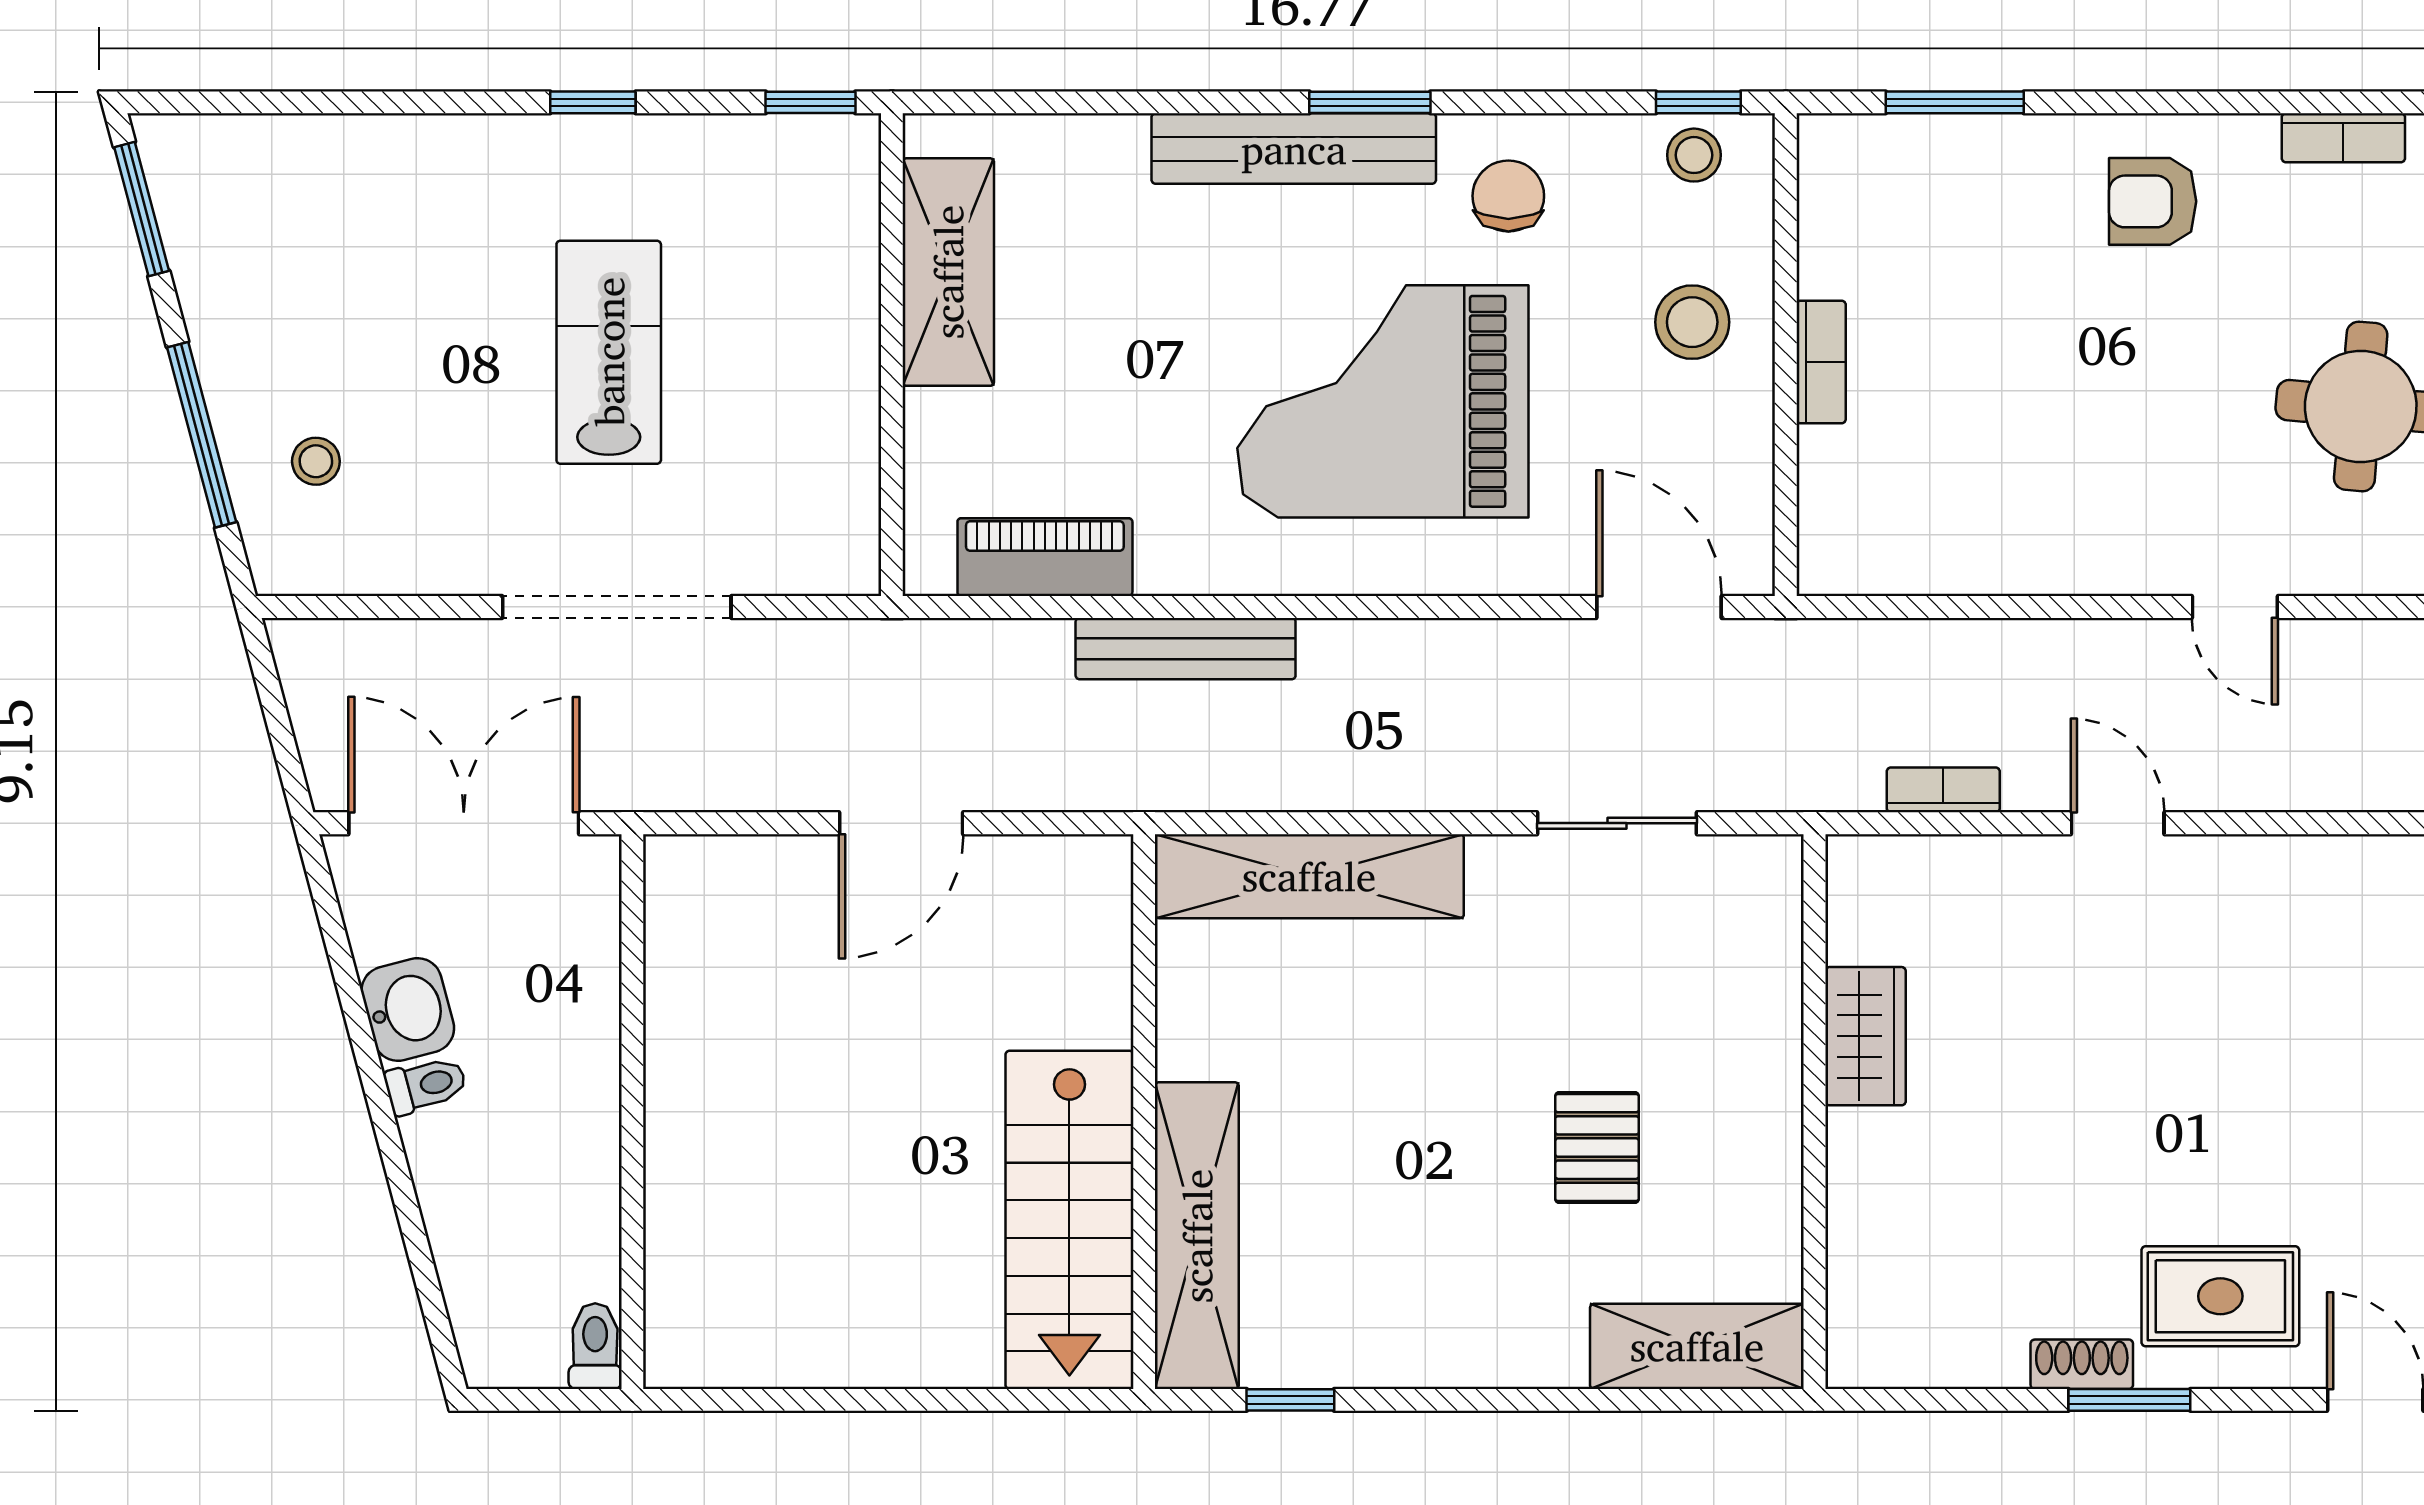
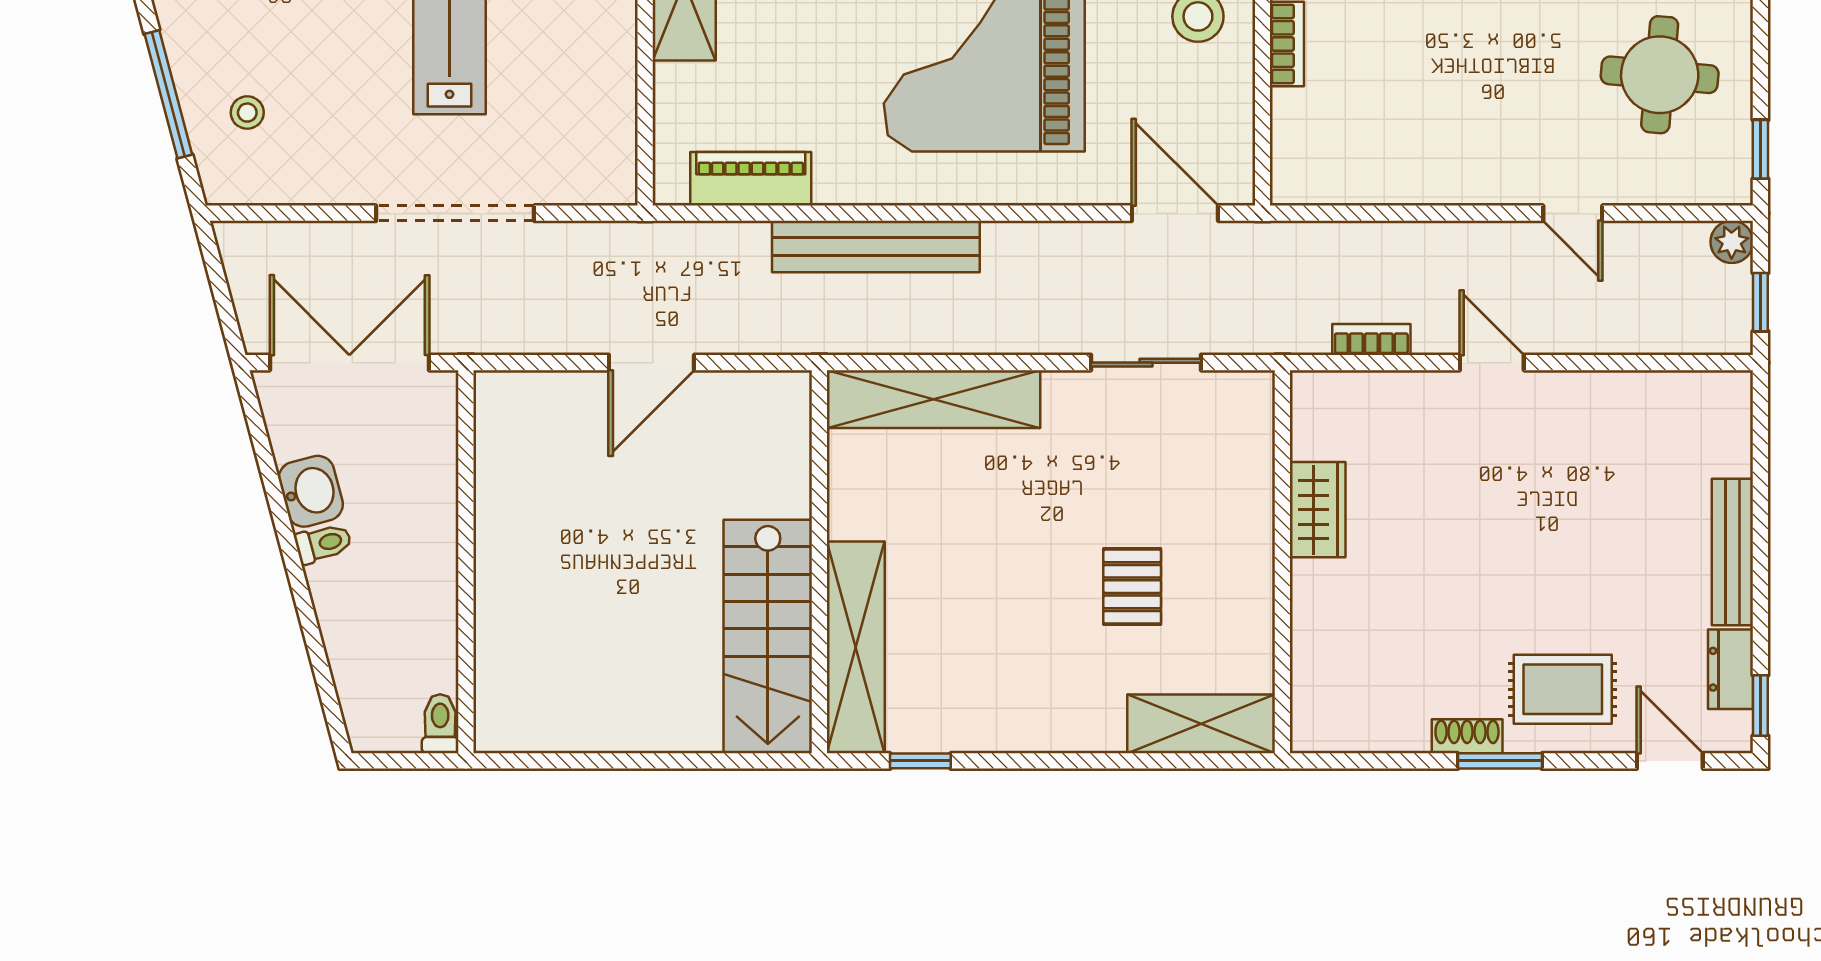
bench: (1186, 649) -> (876, 246), width x1.37, depth x1.21

